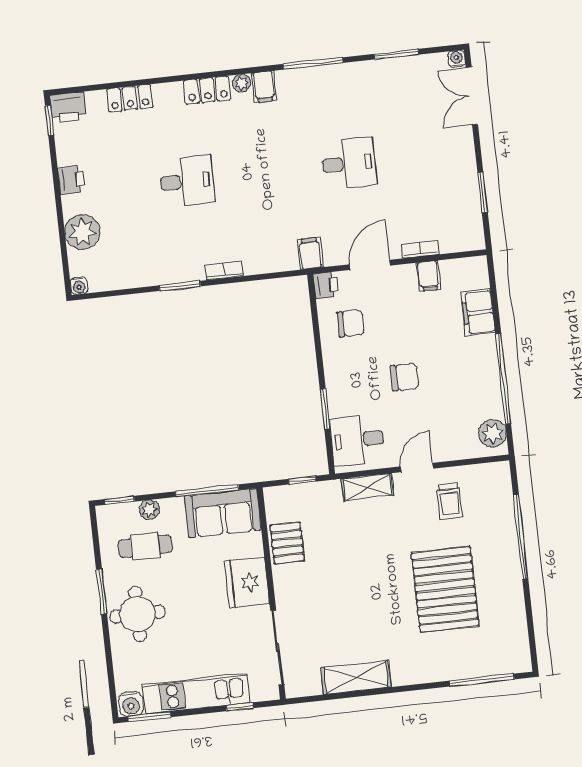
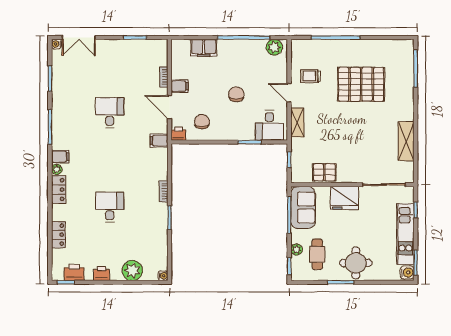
printer: (68, 107) -> (74, 272), moved, turned -90
filing cabinet: (429, 276) -> (180, 86), moved
trolley: (450, 501) -> (311, 76), turned 180

